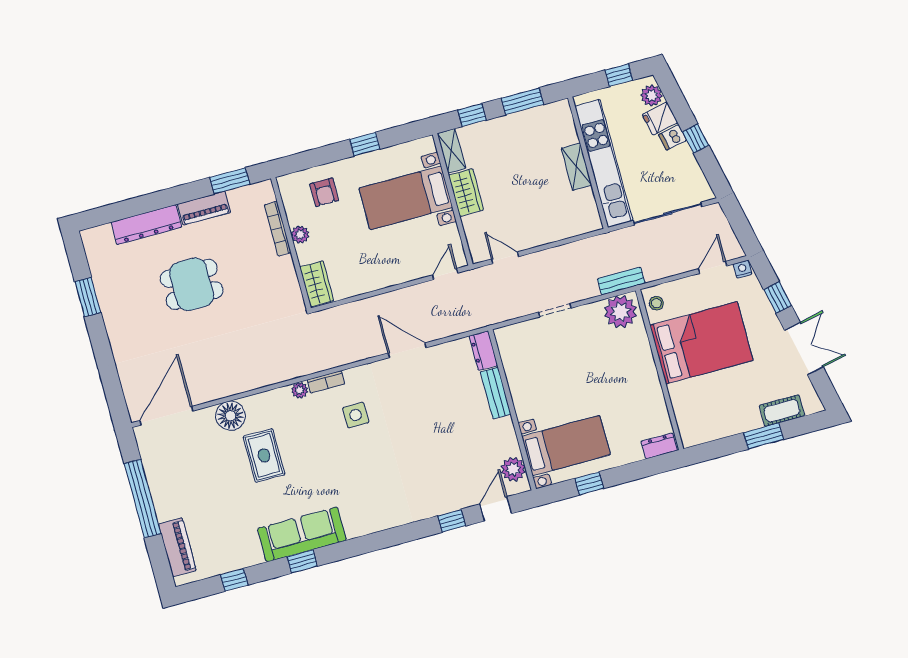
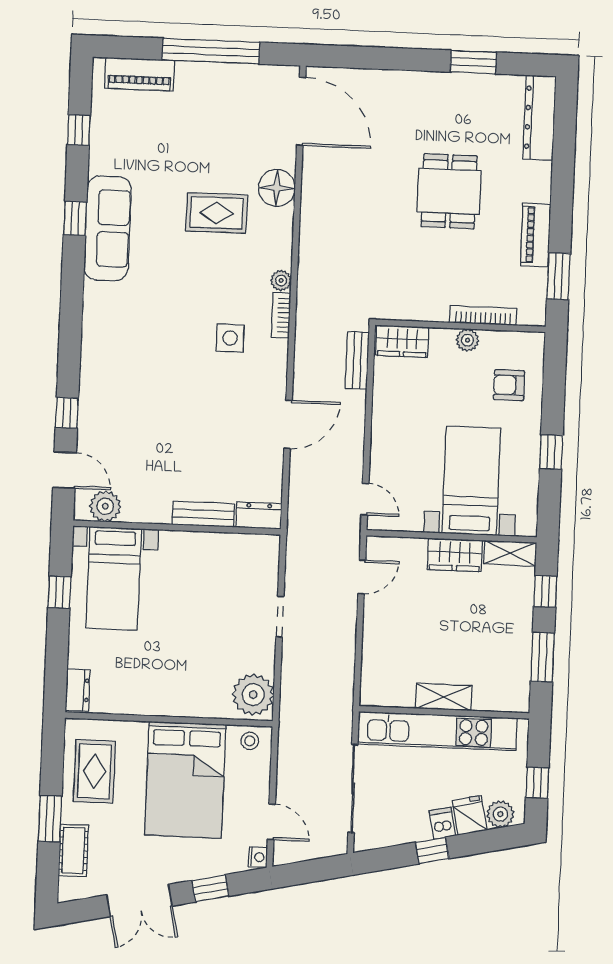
dresser: (146, 225) -> (539, 118), moved
bench: (621, 281) -> (357, 360), moved
rug: (717, 414) -> (94, 771), added

